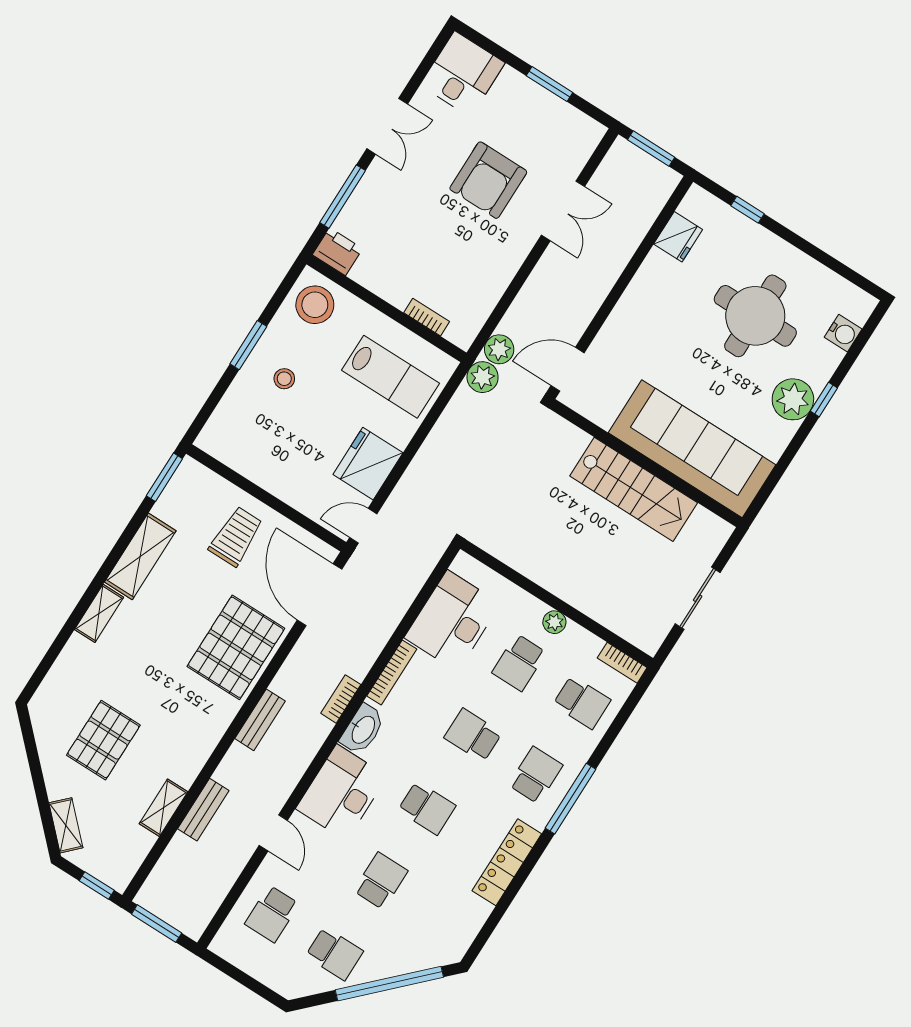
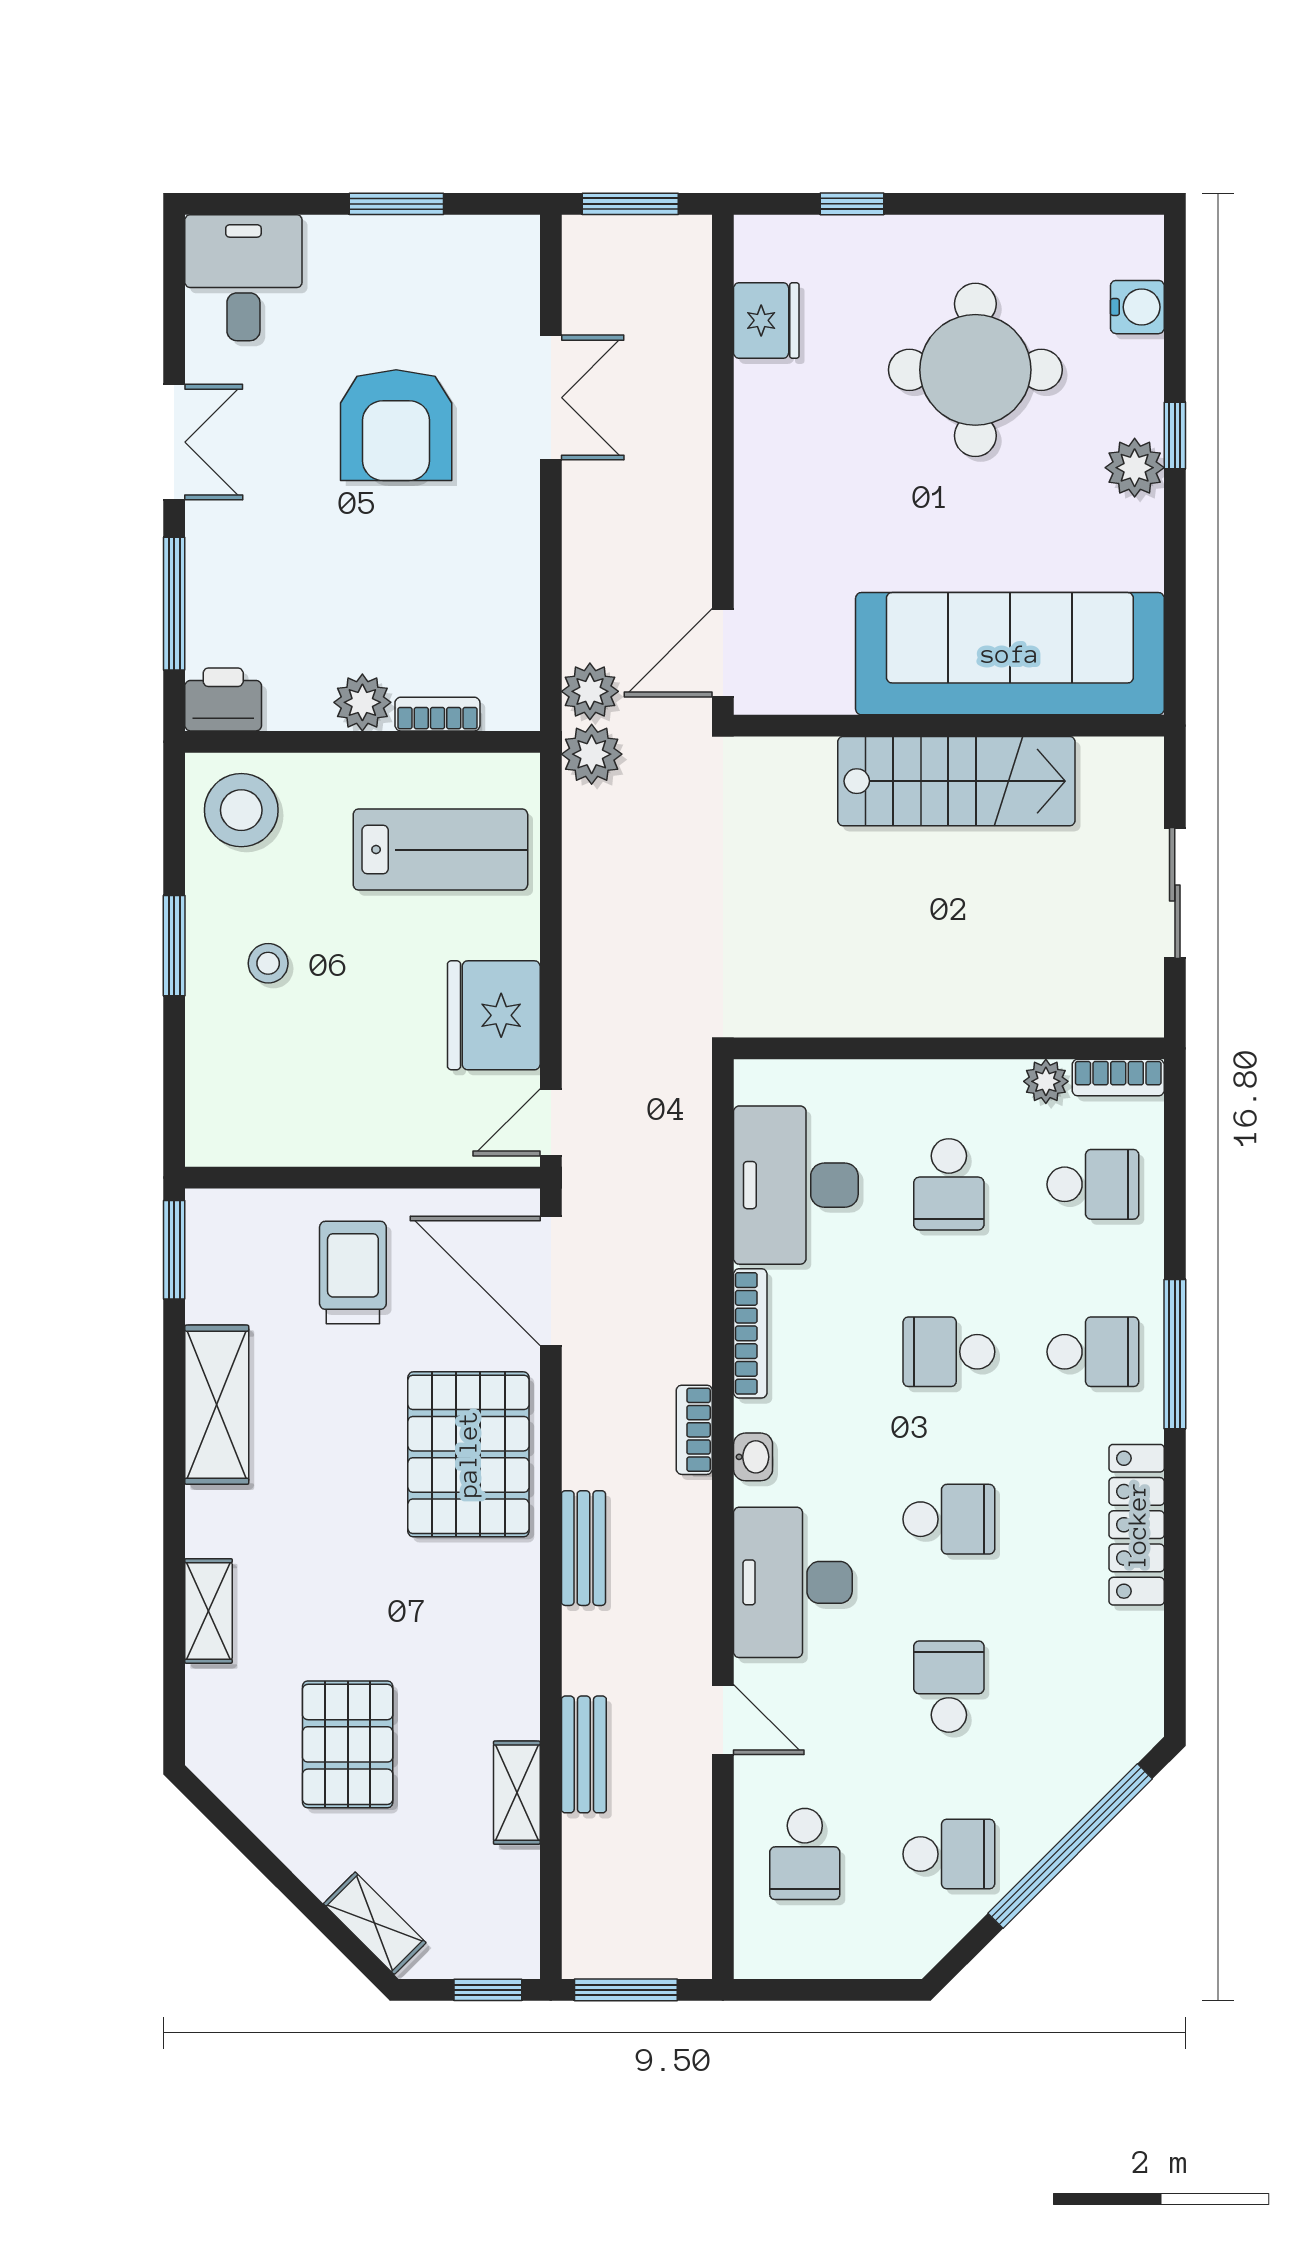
plant: (397, 291) -> (362, 702), added
plant: (793, 399) -> (1135, 468), width x0.73, depth x0.73
shelving: (99, 613) -> (208, 1611), moved
plant: (554, 622) -> (1046, 1081), moved
washbasin: (363, 729) -> (753, 1457), width x0.52, depth x0.69
school desk: (536, 775) -> (1093, 1352), turned 90

